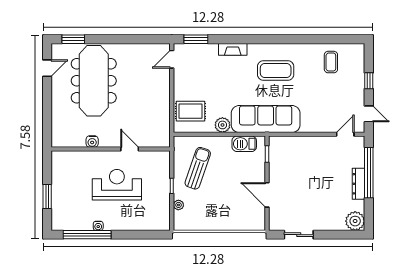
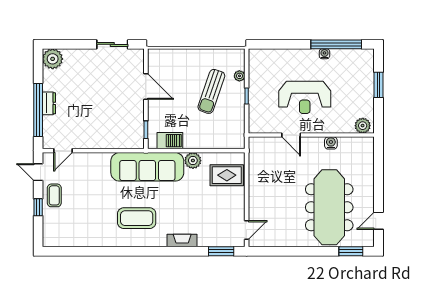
coffee table: (331, 62) -> (54, 195), moved
plant: (62, 158) -> (363, 126), added
sun lounger: (198, 168) -> (211, 91), moved
dresser: (359, 184) -> (49, 103), width x0.70

